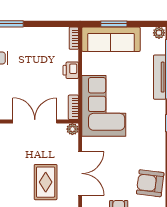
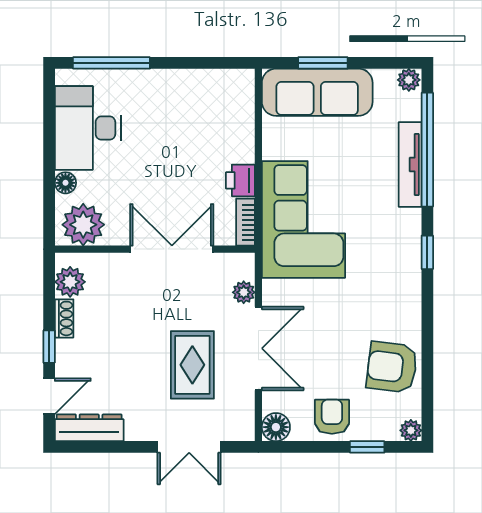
bookcase: (74, 38) -> (246, 90), removed
printer: (71, 70) -> (240, 180), moved
plant: (72, 129) -> (244, 292), moved

